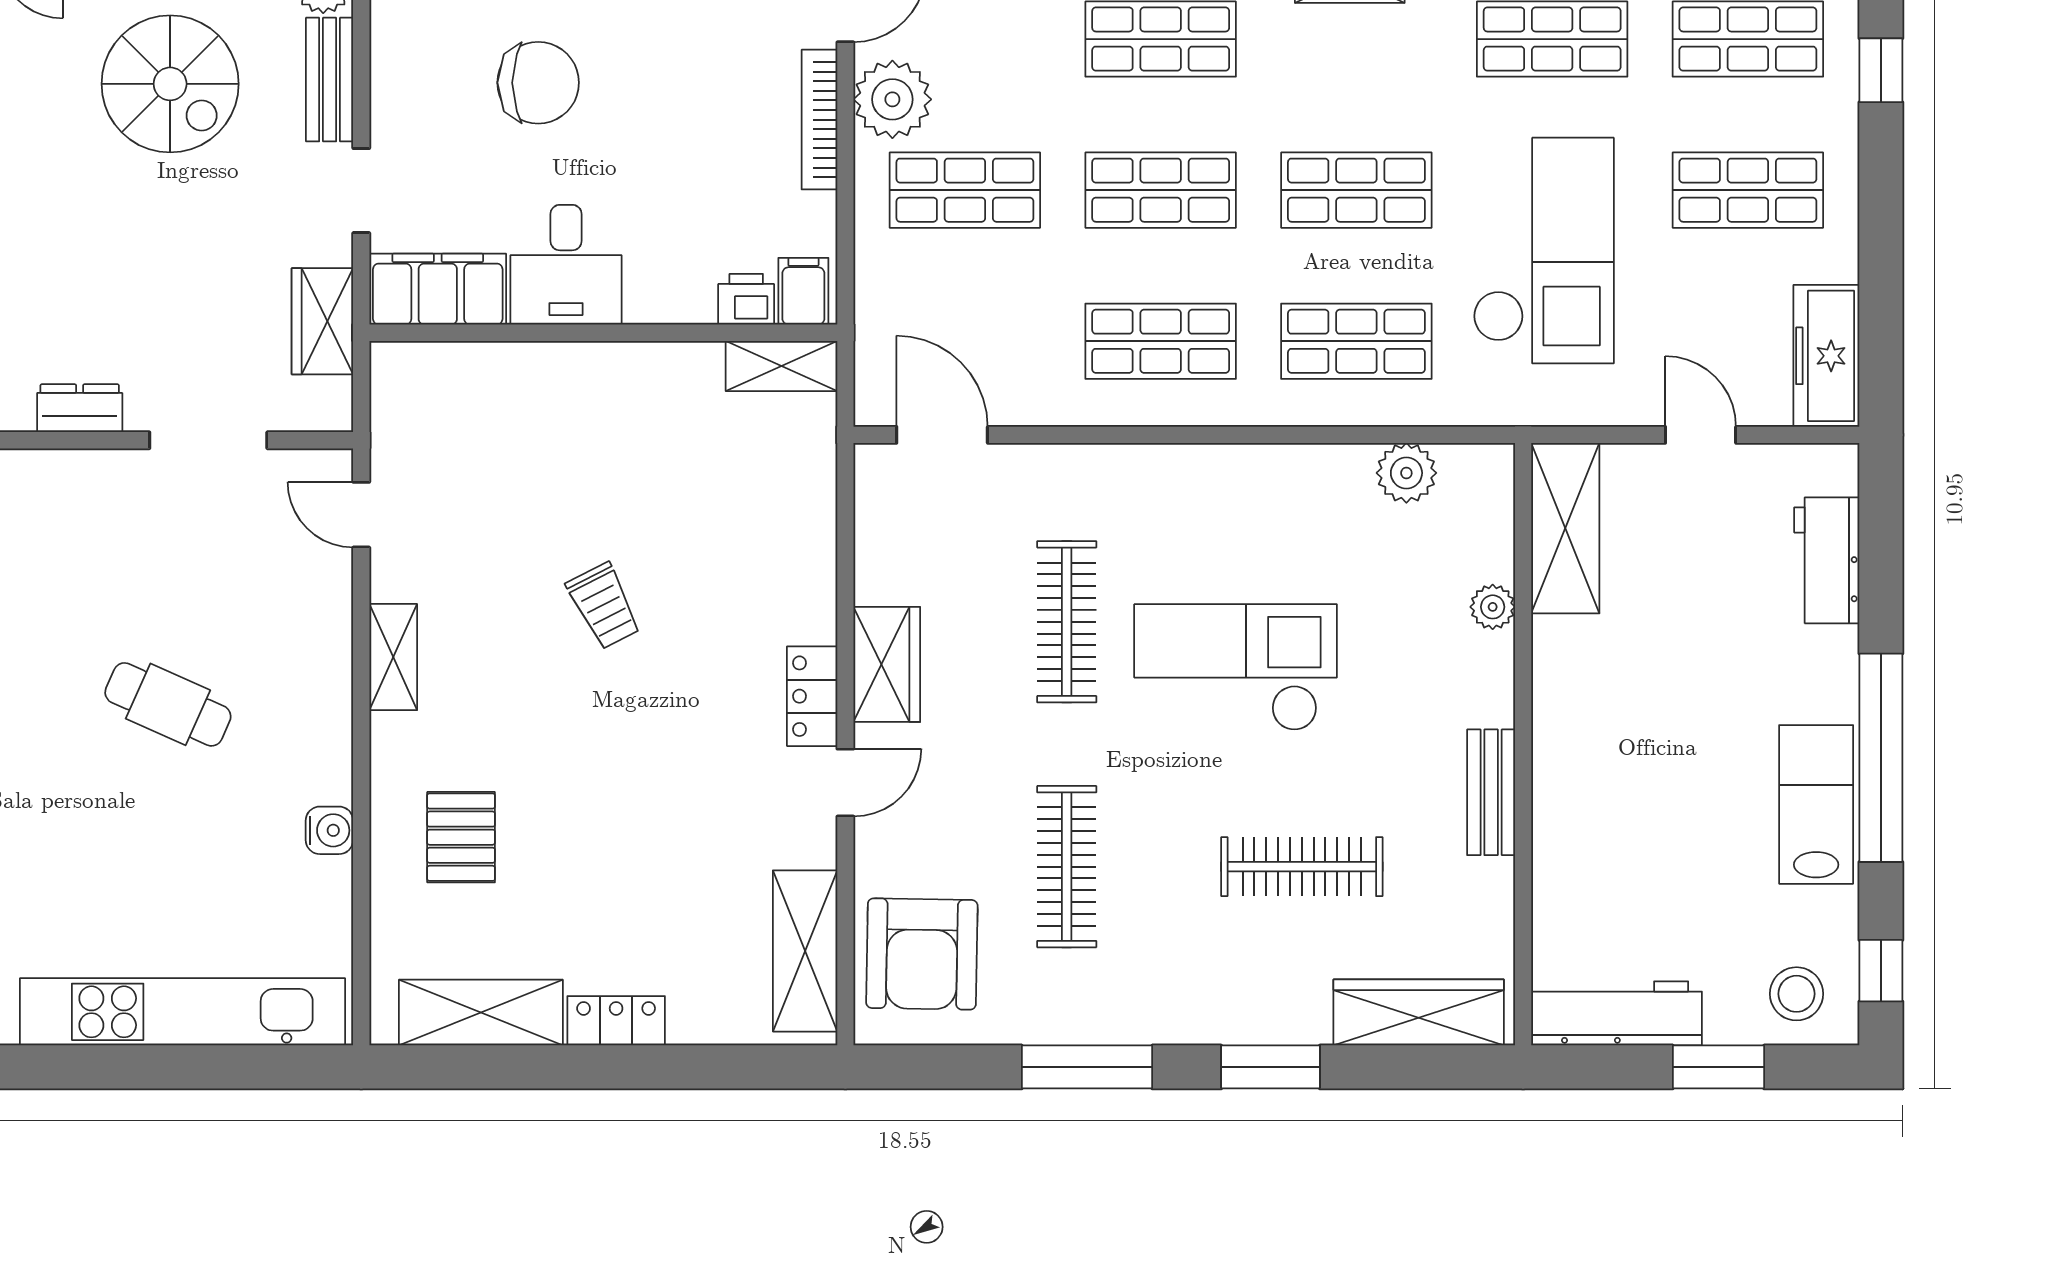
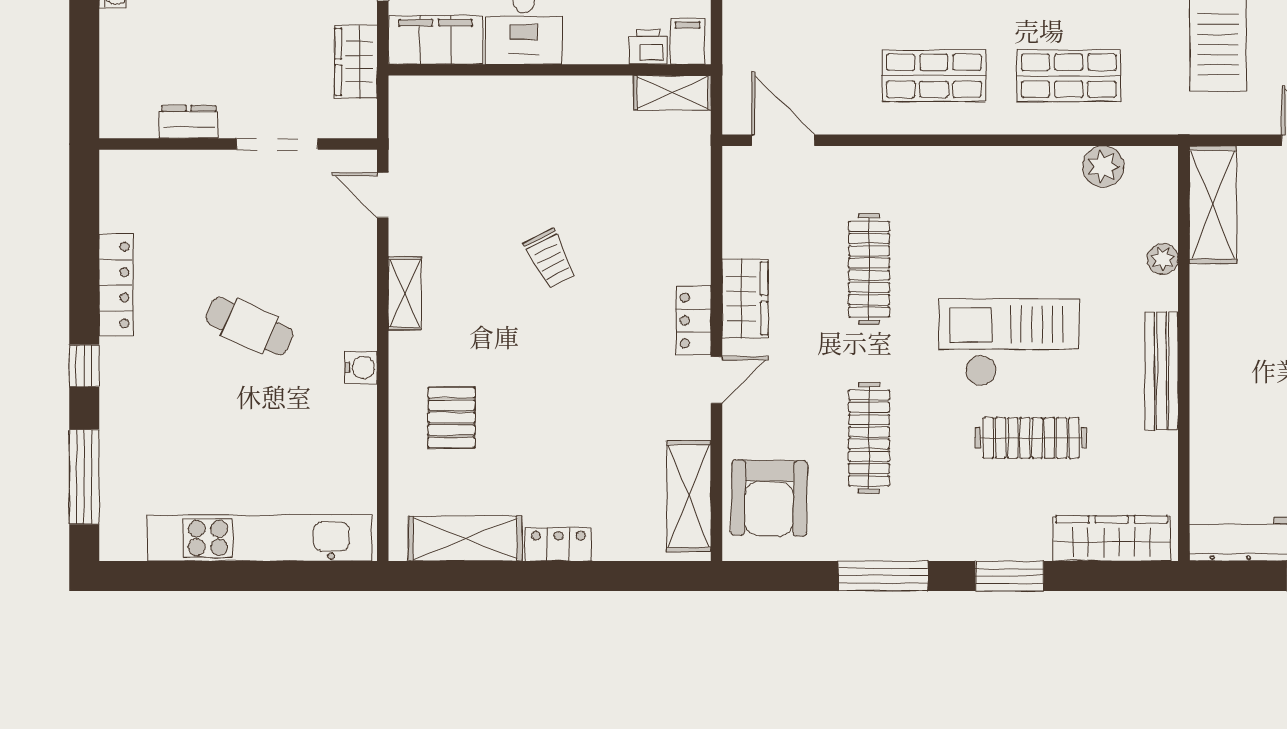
checkout: (1236, 667) -> (1009, 343), moved
bench: (1491, 792) -> (1162, 371), width x1.36
water cooler: (329, 830) -> (361, 368), moved

